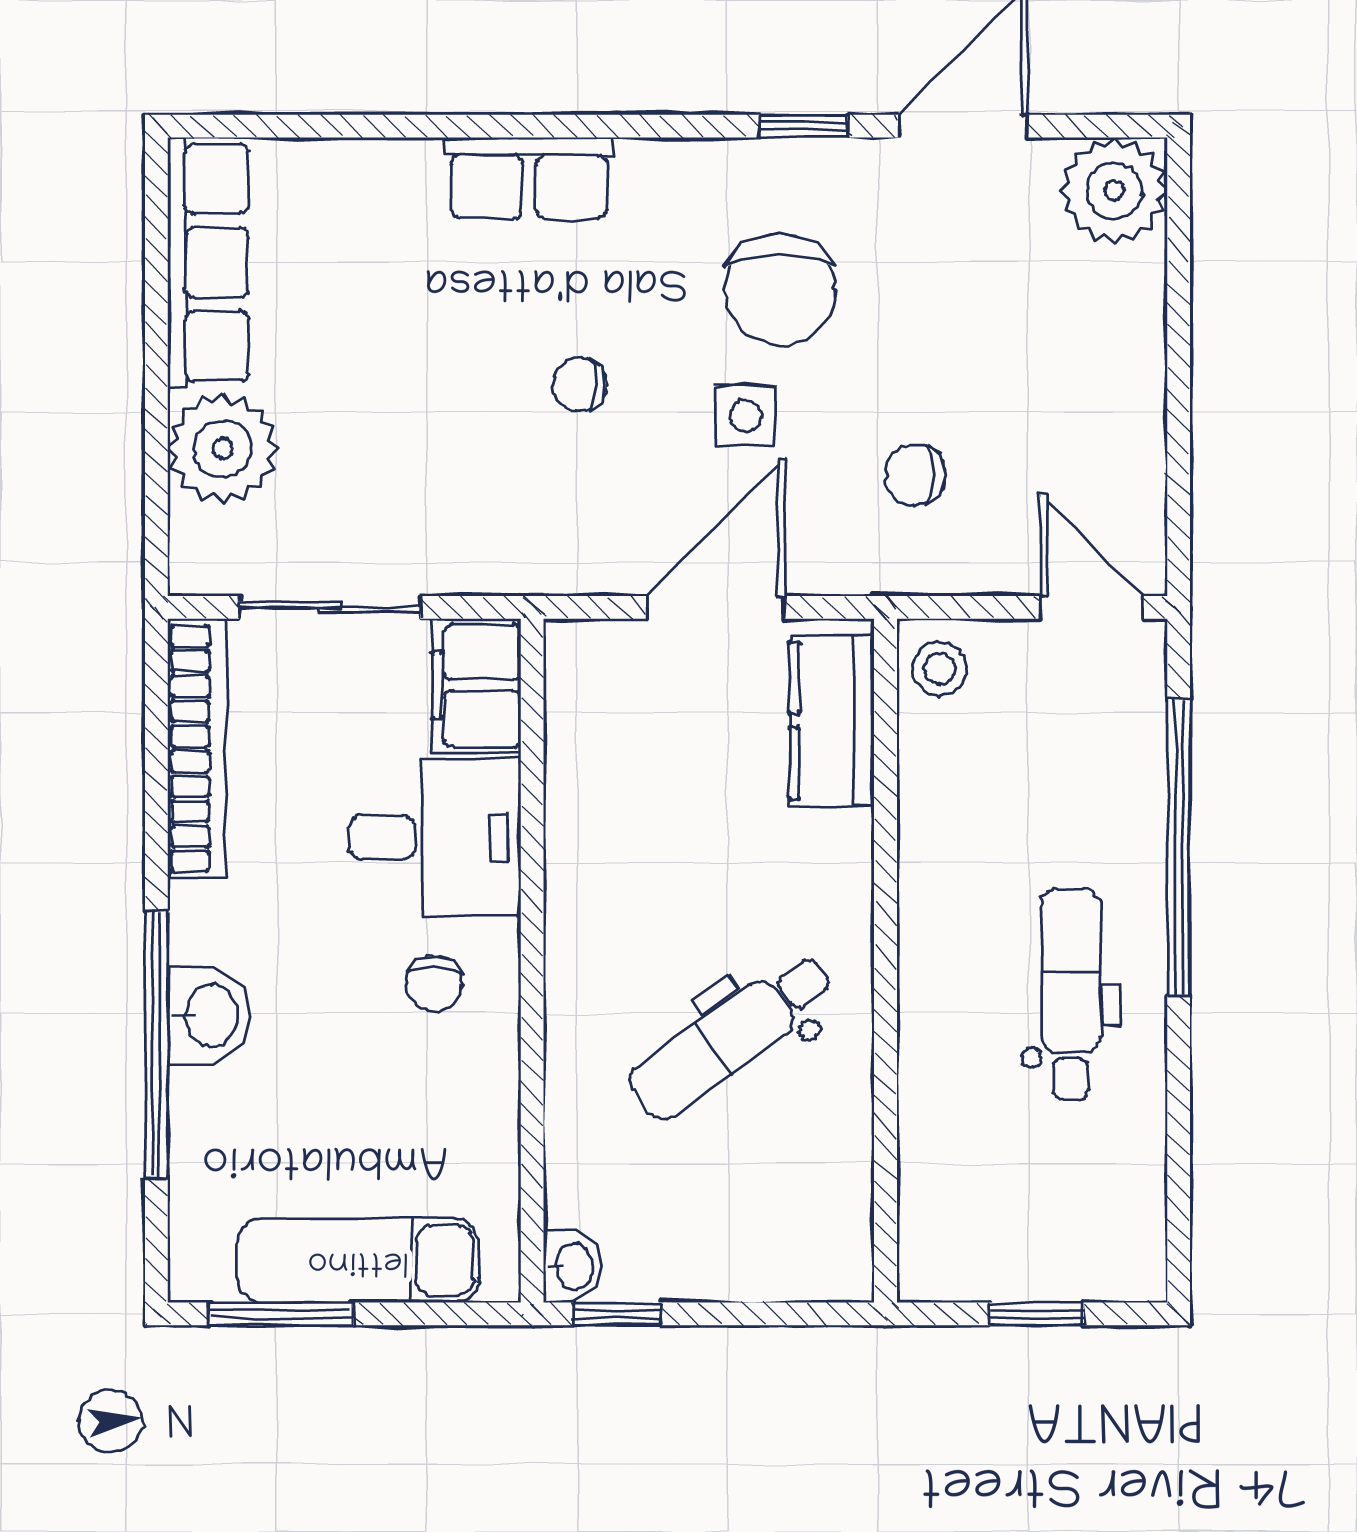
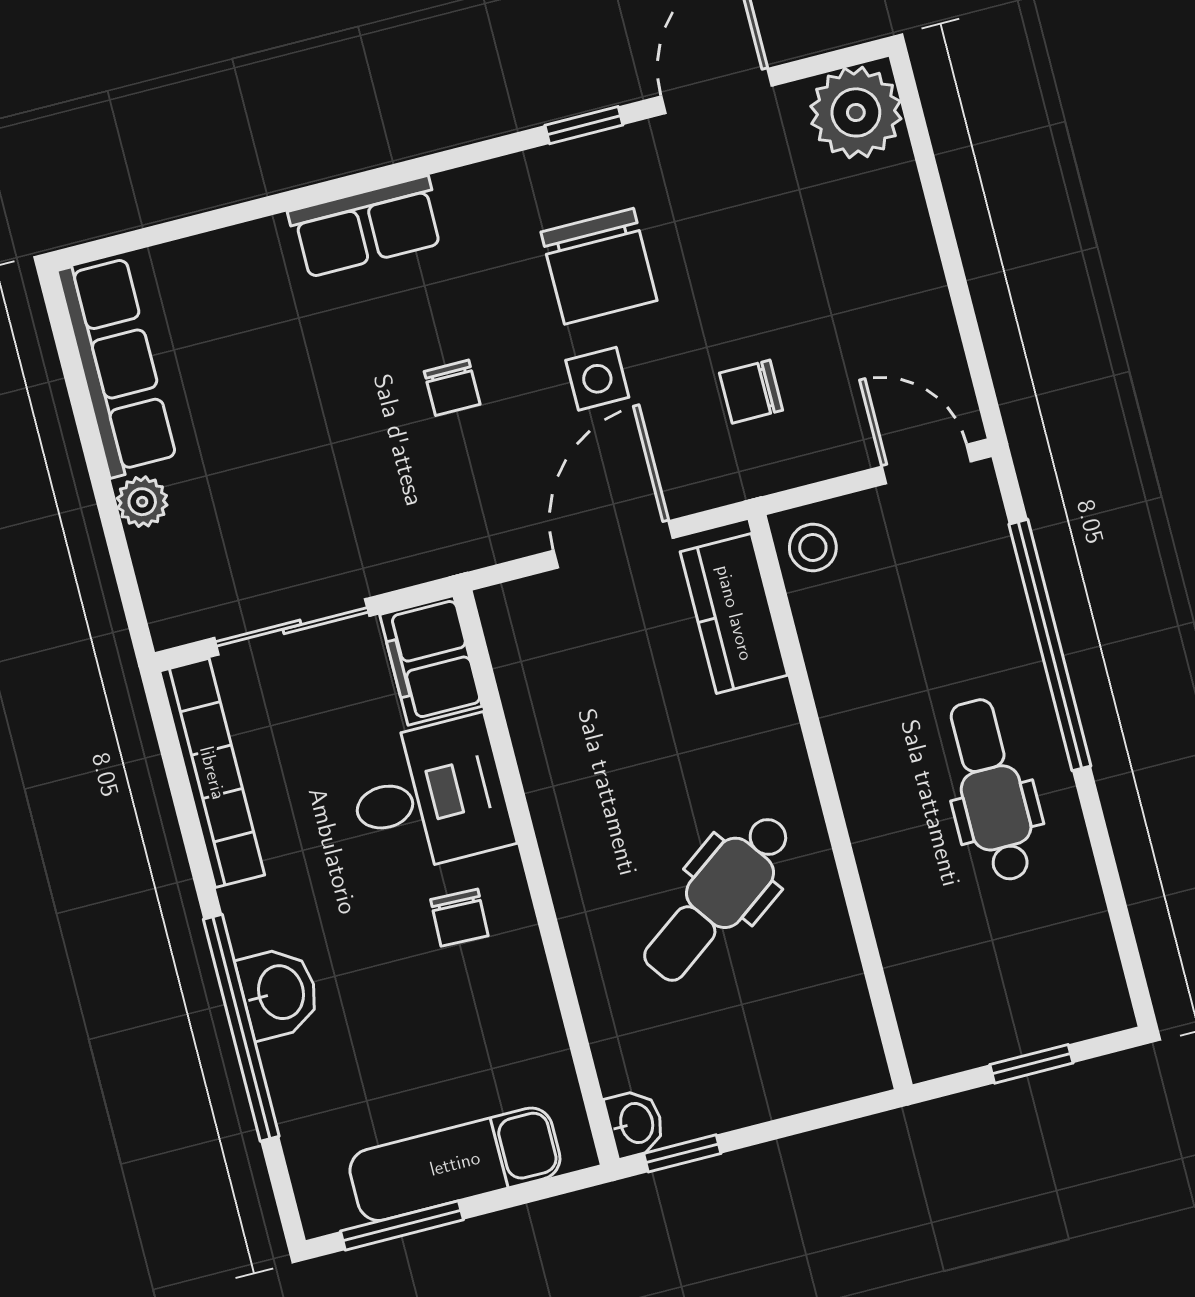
chair: (579, 384) -> (452, 388), turned -90
plant: (223, 449) -> (142, 502), width x0.53, depth x0.53

